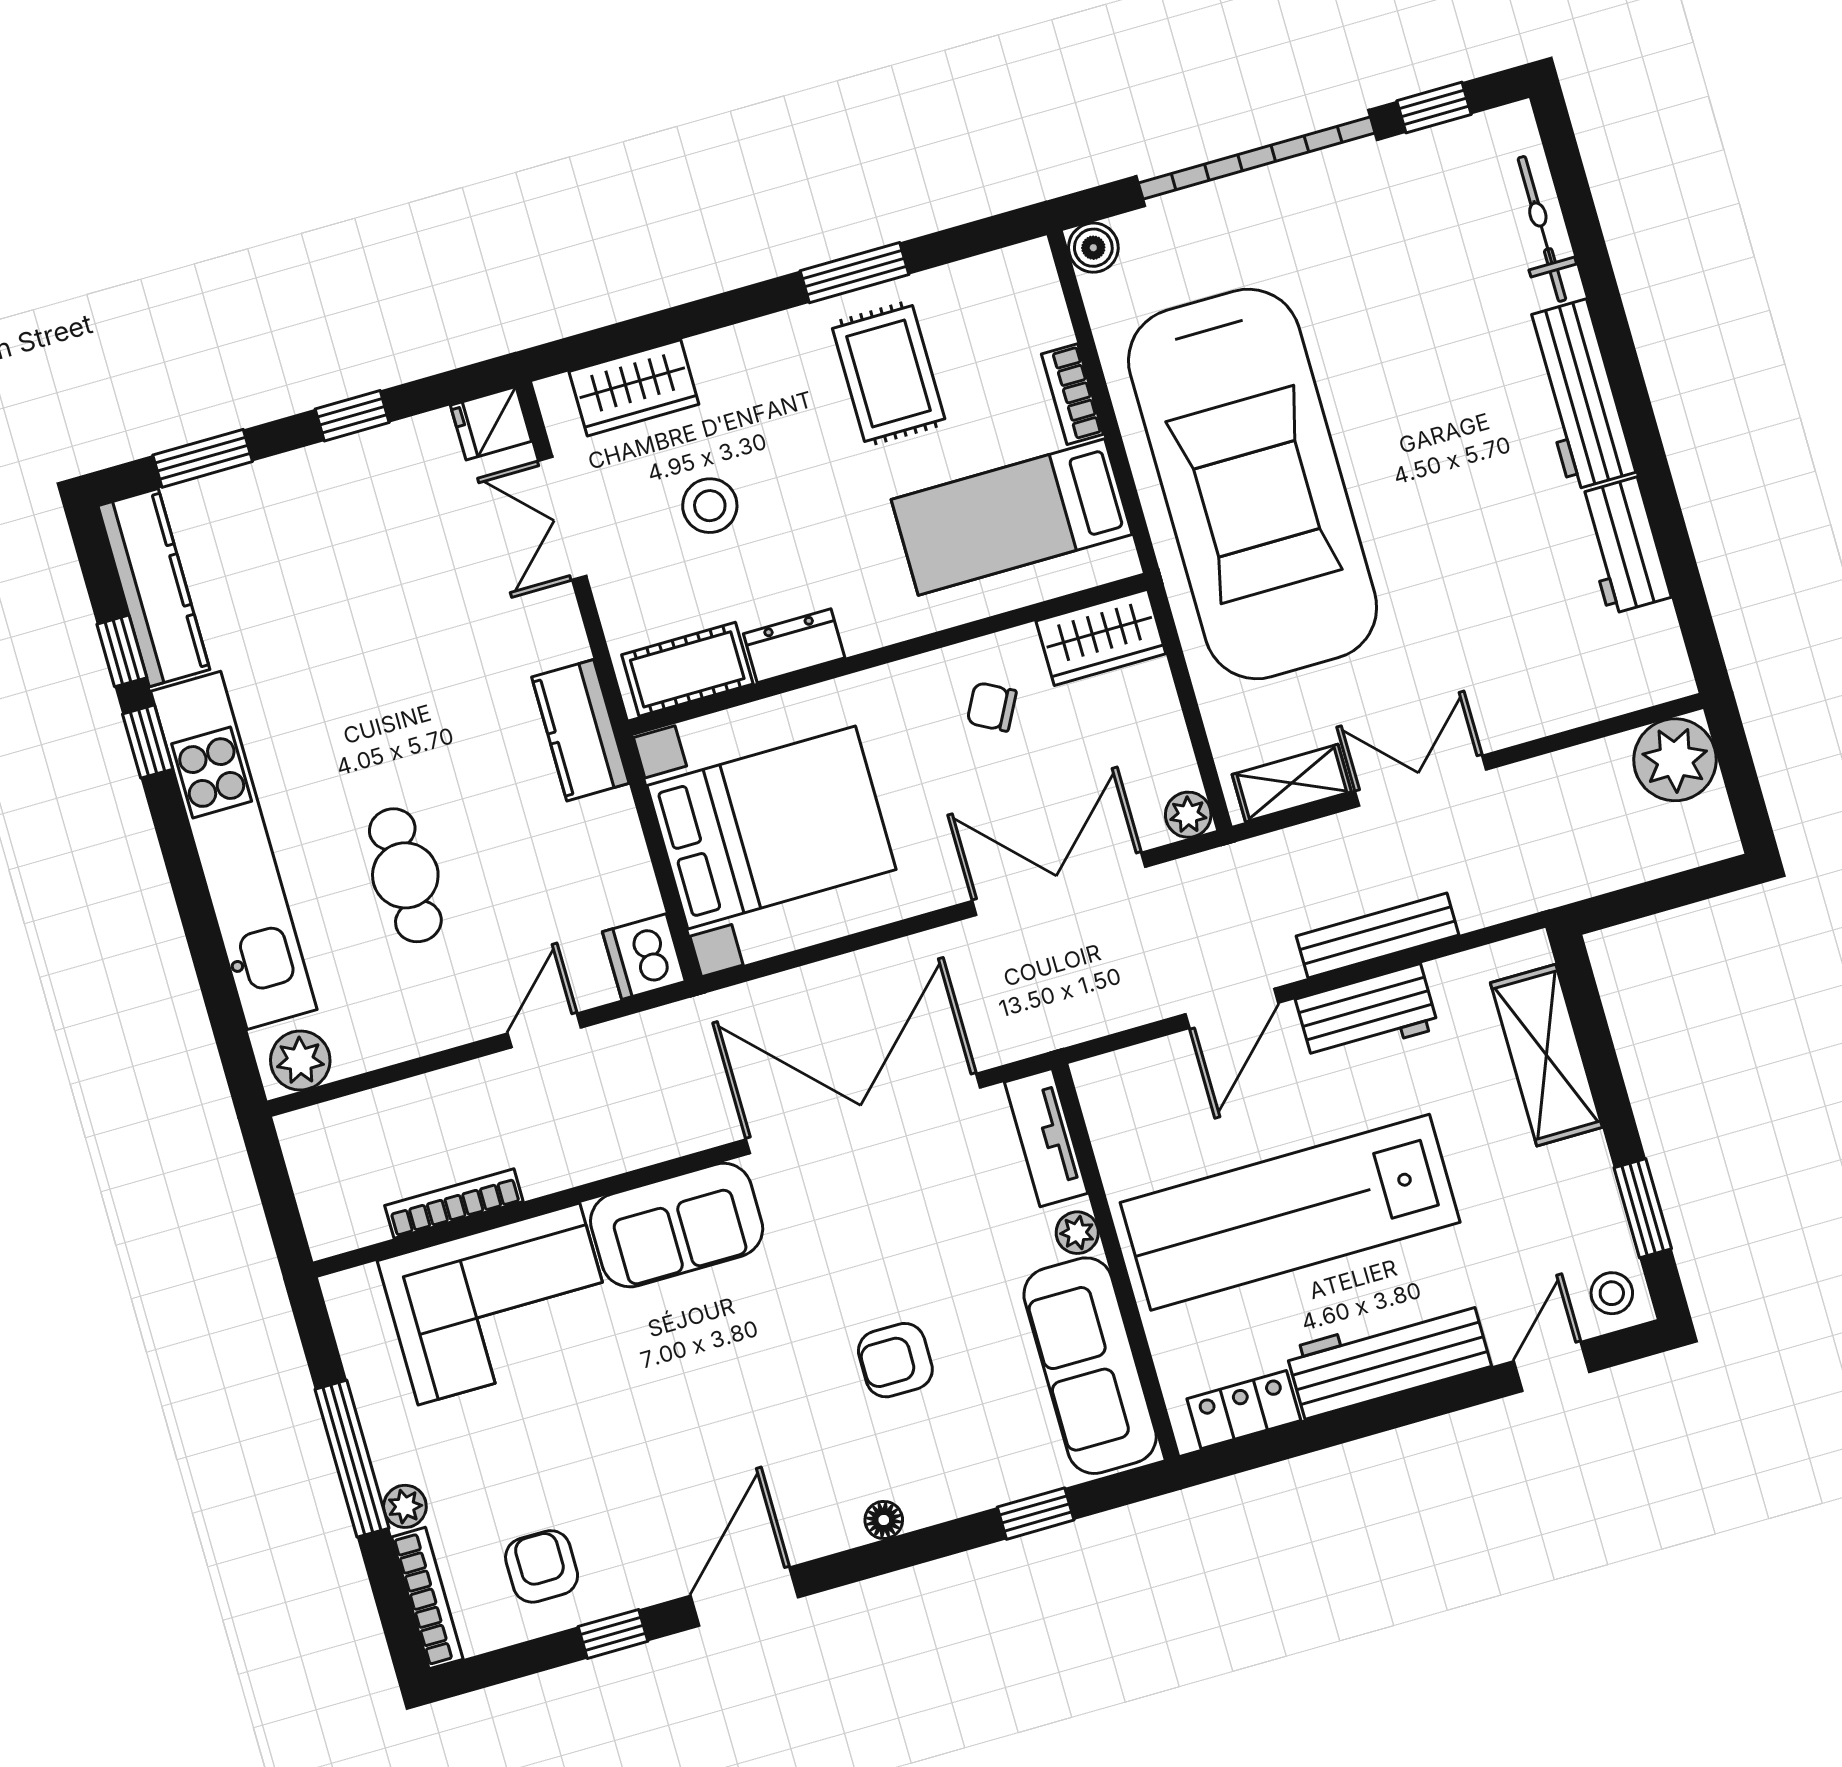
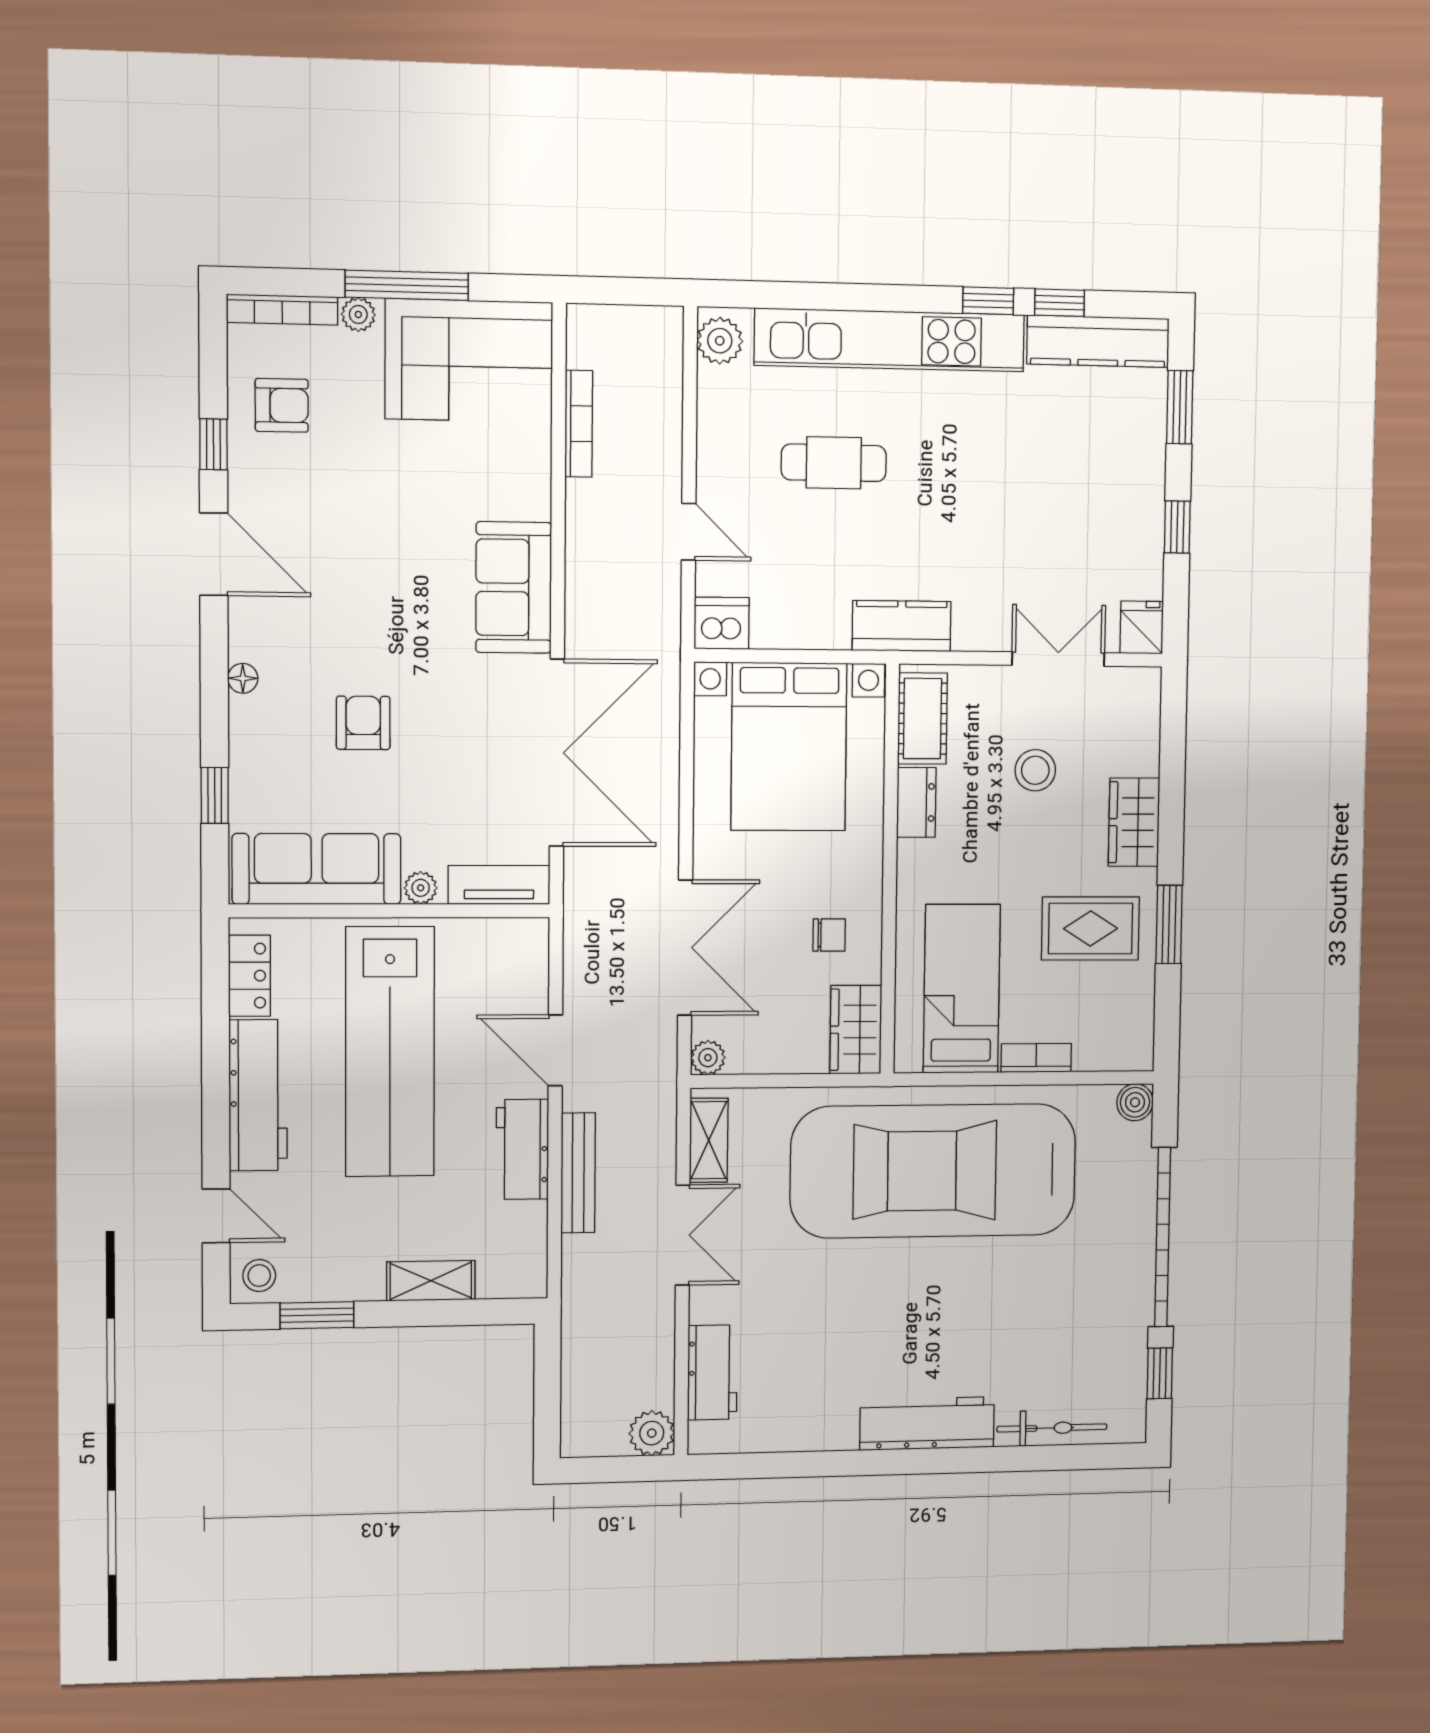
wardrobe: (634, 388) -> (1134, 822), moved
workbench: (1623, 546) -> (712, 1372), moved, turned 90
chair: (992, 707) -> (829, 935), turned 62
plant: (1675, 760) -> (652, 1433), width x0.73, depth x0.73
shelving: (1546, 1055) -> (431, 1281), width x0.67, depth x0.75
lab bench: (1290, 1212) -> (390, 1052), turned 180
corner sofa: (499, 1304) -> (469, 361), moved, turned -90

